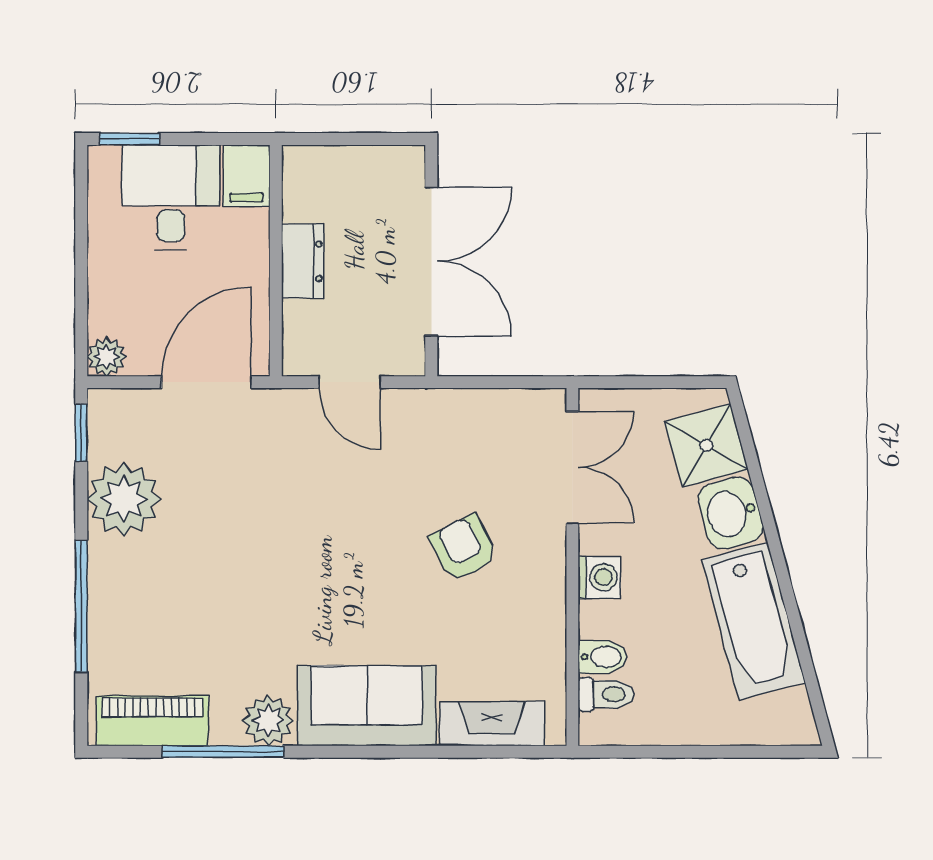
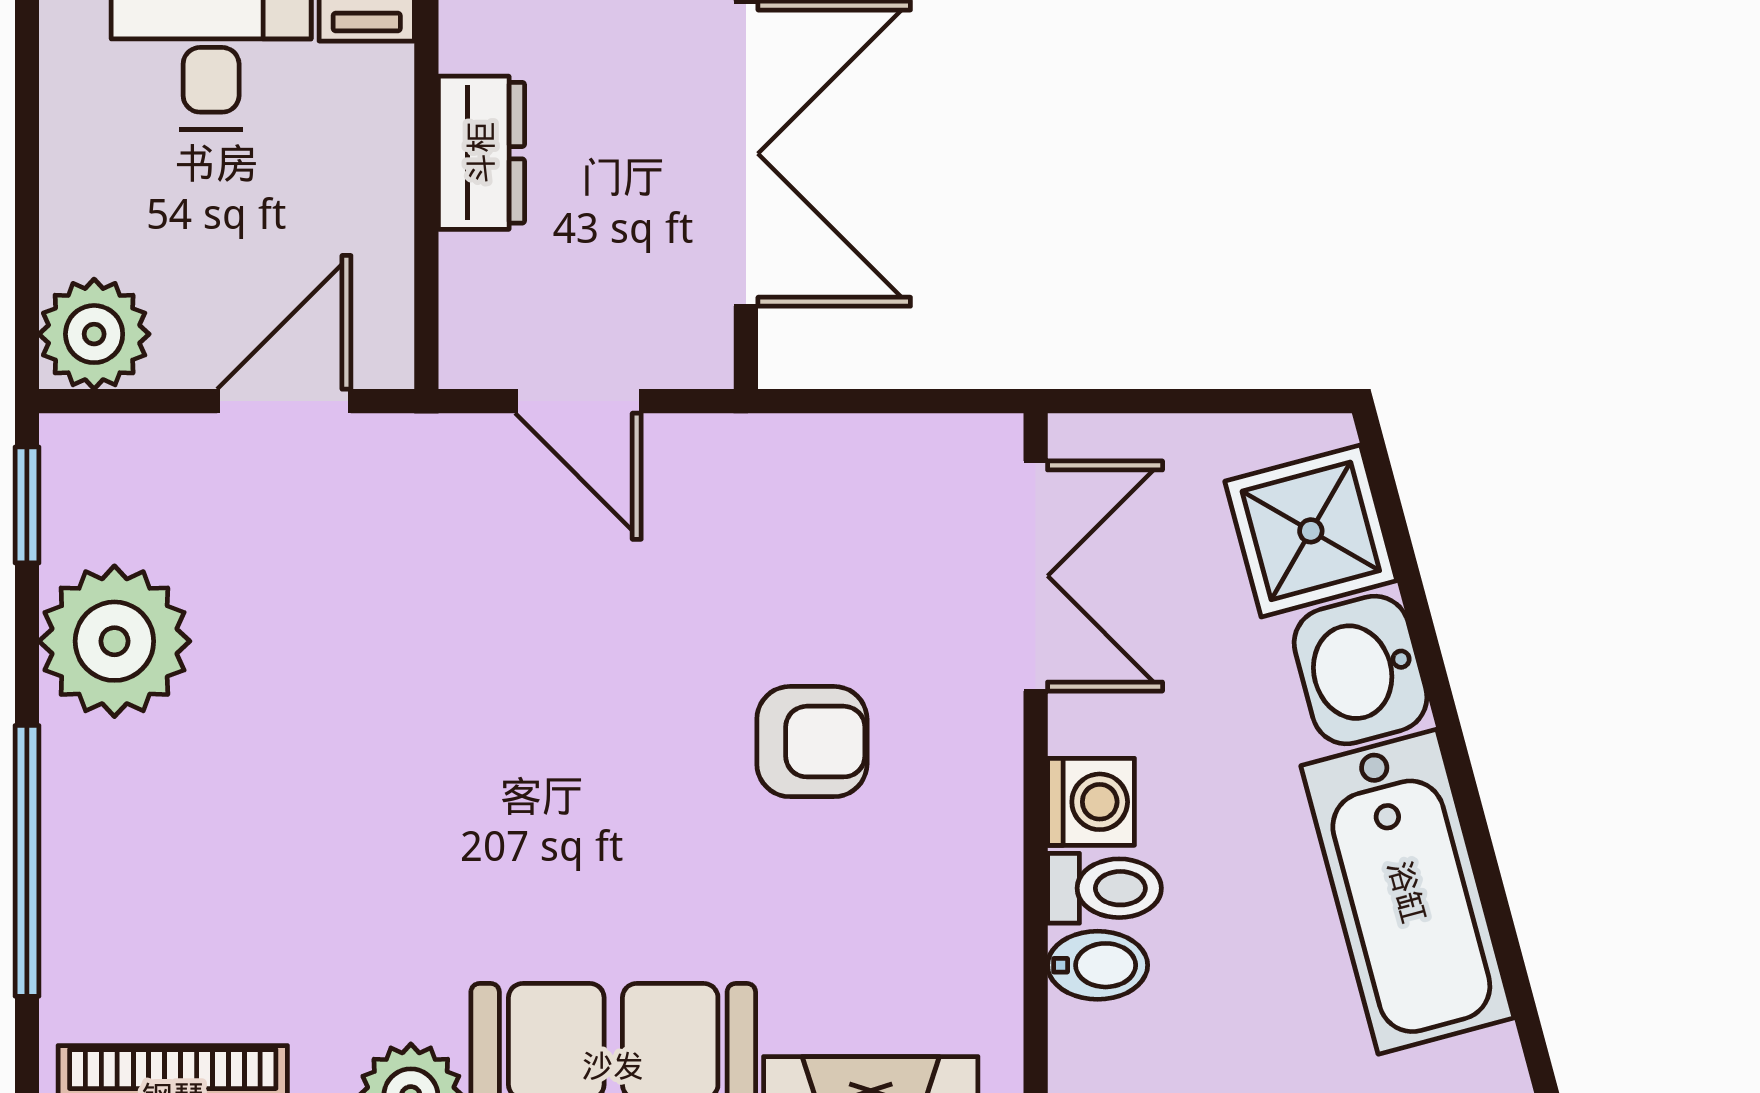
plant: (107, 357) -> (94, 334), width x1.38, depth x1.38
door: (206, 382) -> (284, 401), width x0.73
armchair: (463, 548) -> (812, 742), turned 117
toilet: (606, 694) -> (1104, 888), moved

